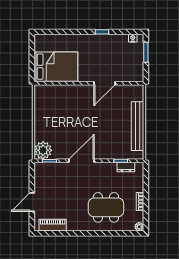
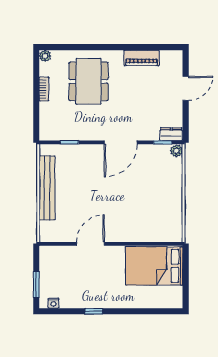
plant: (43, 150) -> (177, 151), width x0.53, depth x0.53
dresser: (126, 167) -> (171, 134), moved
dining table: (106, 207) -> (89, 81), turned 90
piano: (53, 225) -> (142, 58), moved

